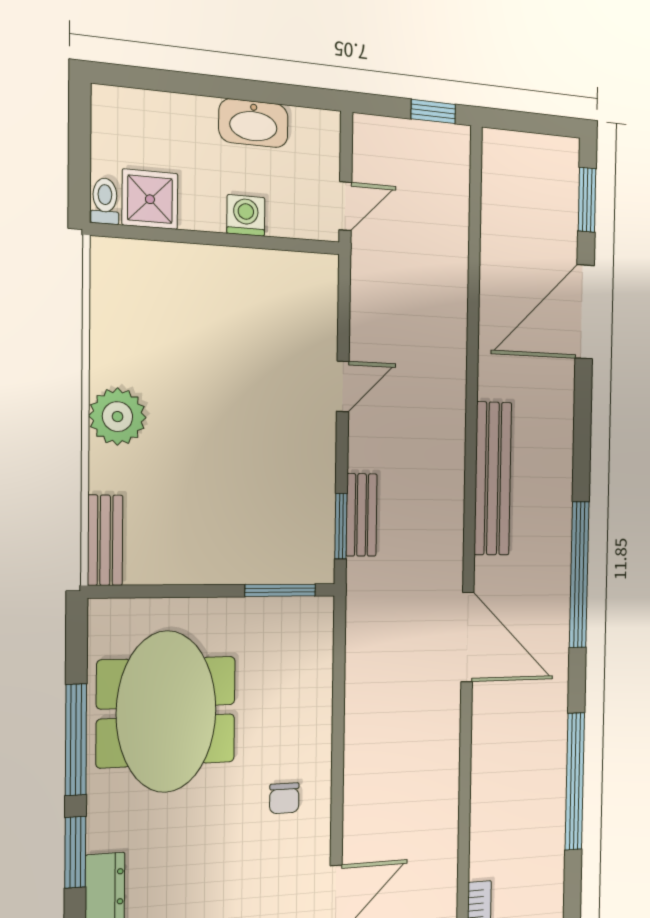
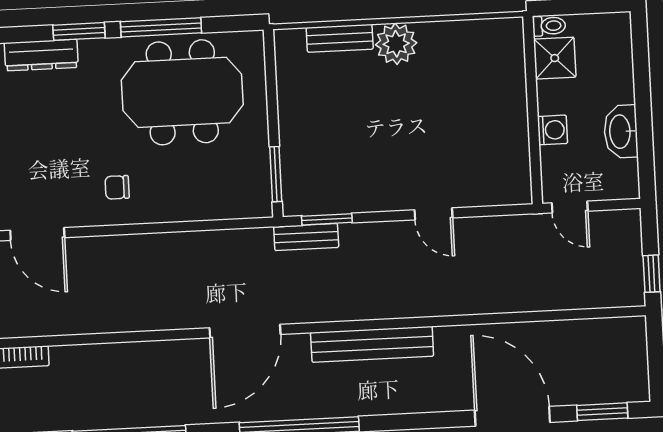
bench: (362, 515) -> (306, 237), moved
bench: (105, 540) -> (340, 38), moved

